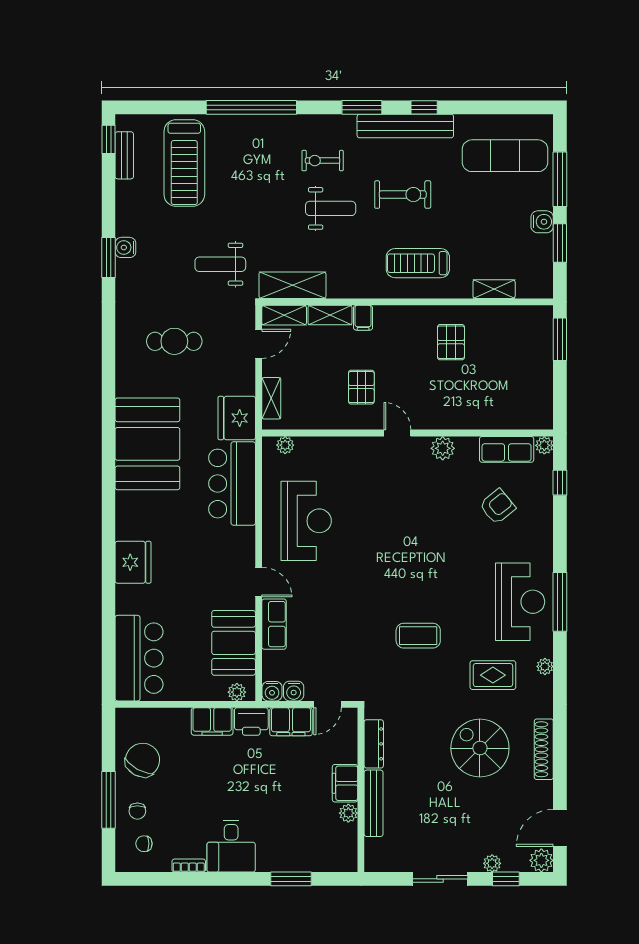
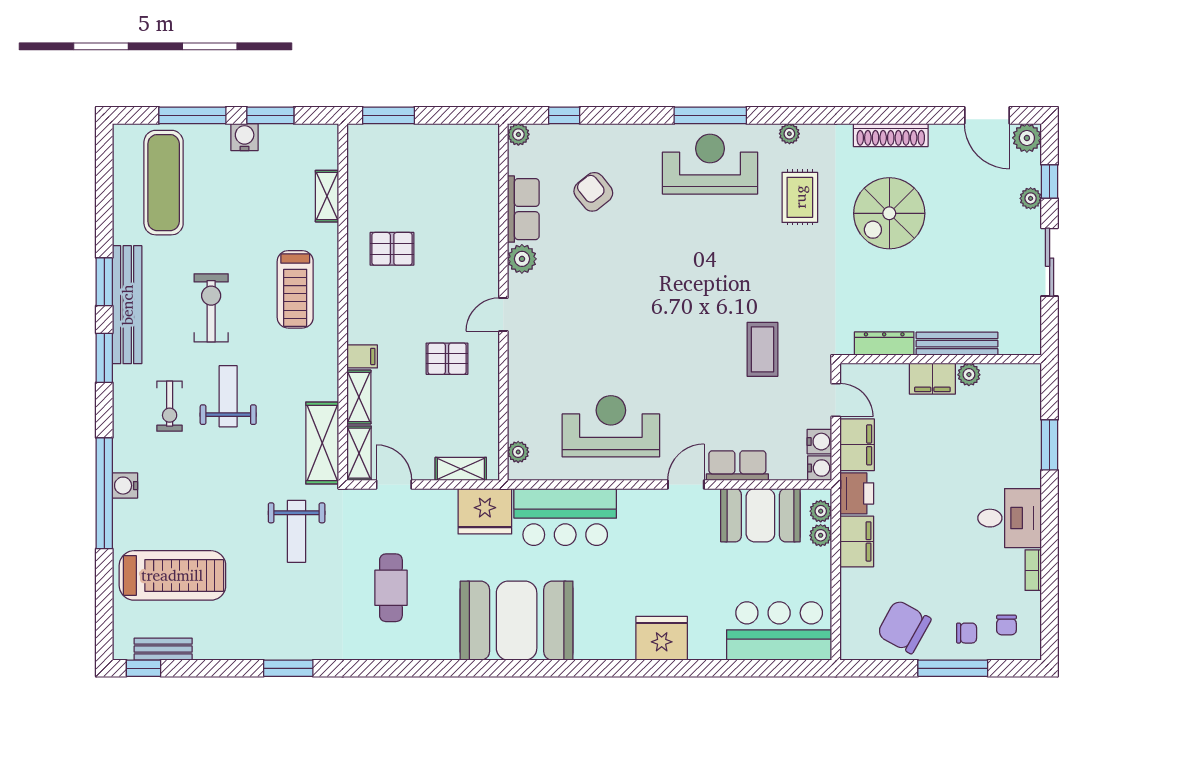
window: (424, 107) -> (104, 282), width x1.50
water cooler: (125, 247) -> (125, 486), moved, turned 90
row of seats: (507, 449) -> (523, 209), moved
coffee table: (418, 636) -> (762, 349), moved
plant: (217, 692) -> (821, 535), added

